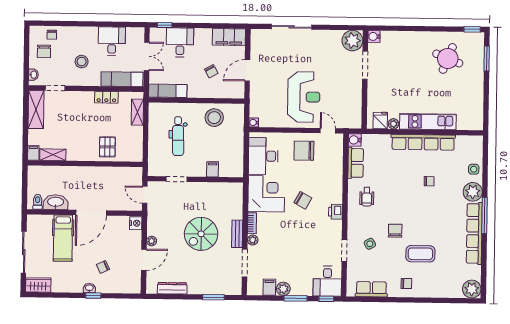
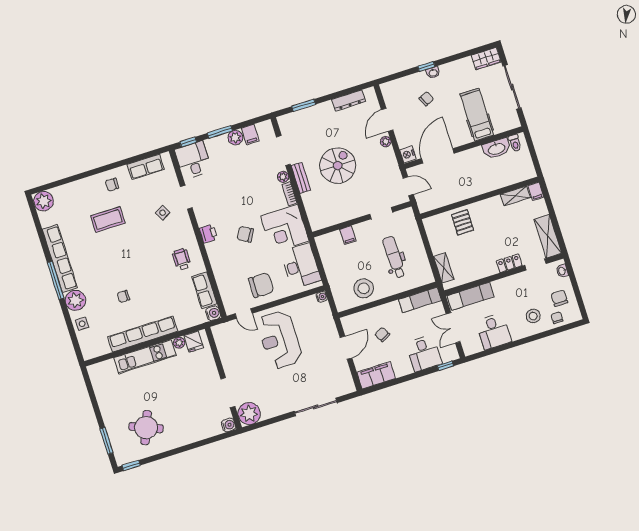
stool: (82, 62) -> (533, 316), moved
locker: (106, 97) -> (509, 263), moved
door: (91, 213) -> (438, 156), moved
chair: (395, 231) -> (141, 235), removed

